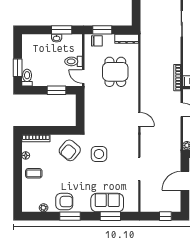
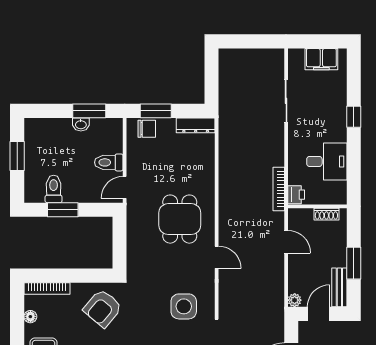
window: (18, 68) -> (17, 156), moved
dining table: (115, 72) -> (180, 219), moved
door: (83, 77) -> (125, 187), hinge flipped
toilet: (27, 78) -> (54, 189), moved
window: (56, 90) -> (63, 210), moved
side table: (99, 154) -> (184, 306), moved

